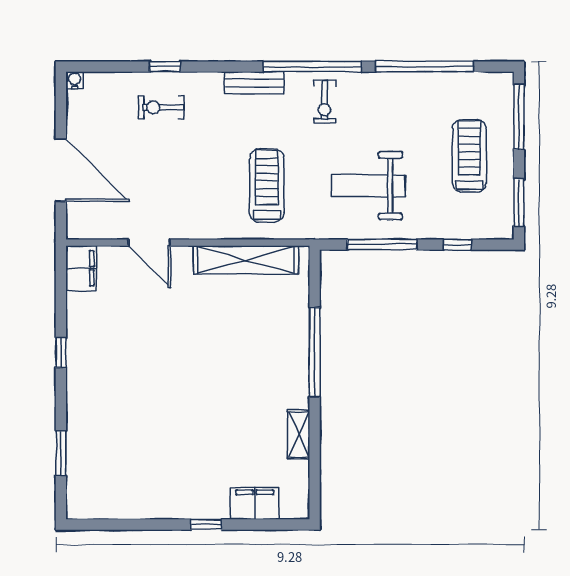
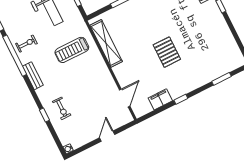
door: (61, 170) -> (107, 136), width x0.53
door: (149, 243) -> (125, 98), moved
filing cabinet: (81, 268) -> (160, 99), moved
pallet: (168, 372) -> (167, 52), added

